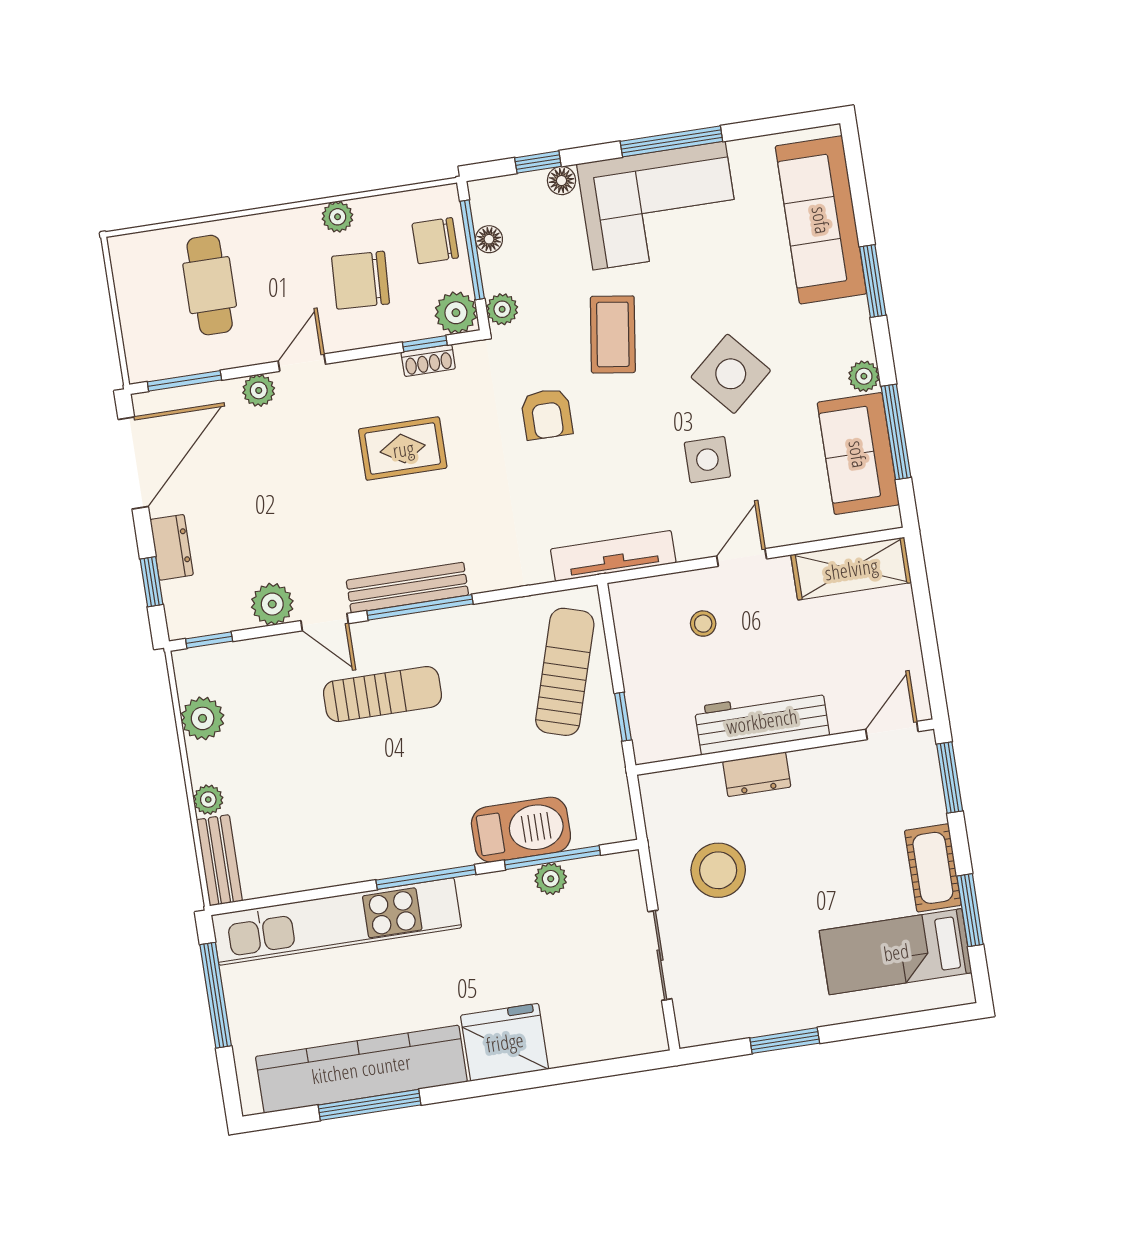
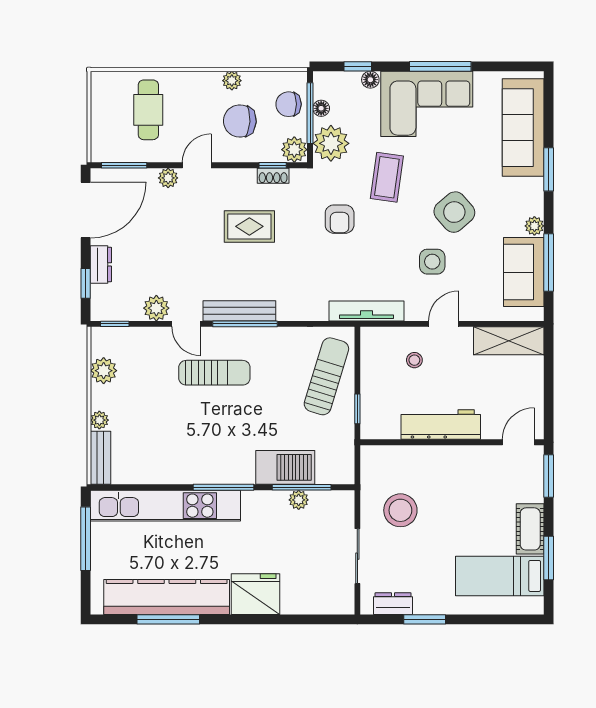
plant: (502, 309) -> (331, 143), width x1.87, depth x1.87
dresser: (757, 774) -> (393, 604), moved, turned 180

